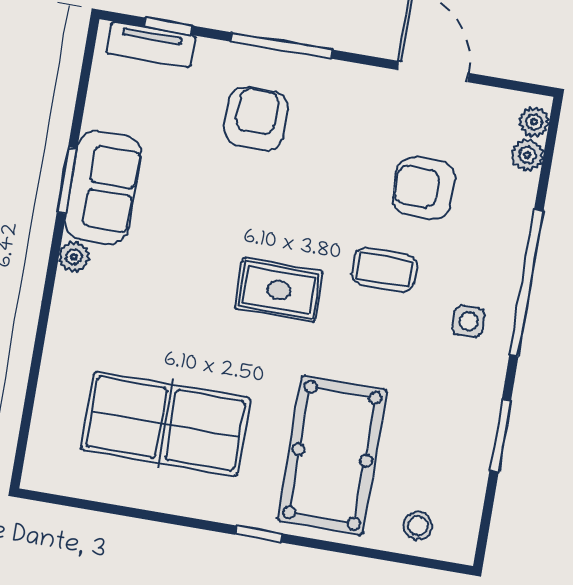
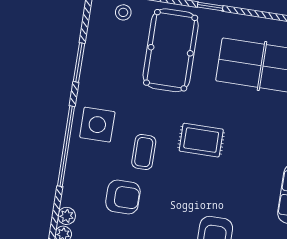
coffee table: (384, 270) -> (144, 152), turned 90
side table: (469, 321) -> (97, 125), width x1.87, depth x1.87

